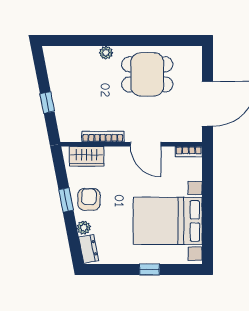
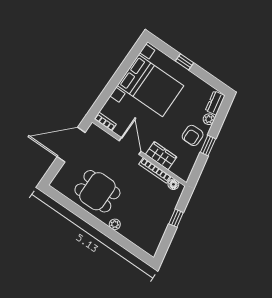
floor lamp: (74, 135) -> (173, 184), added
wardrobe: (87, 156) -> (161, 156), moved

